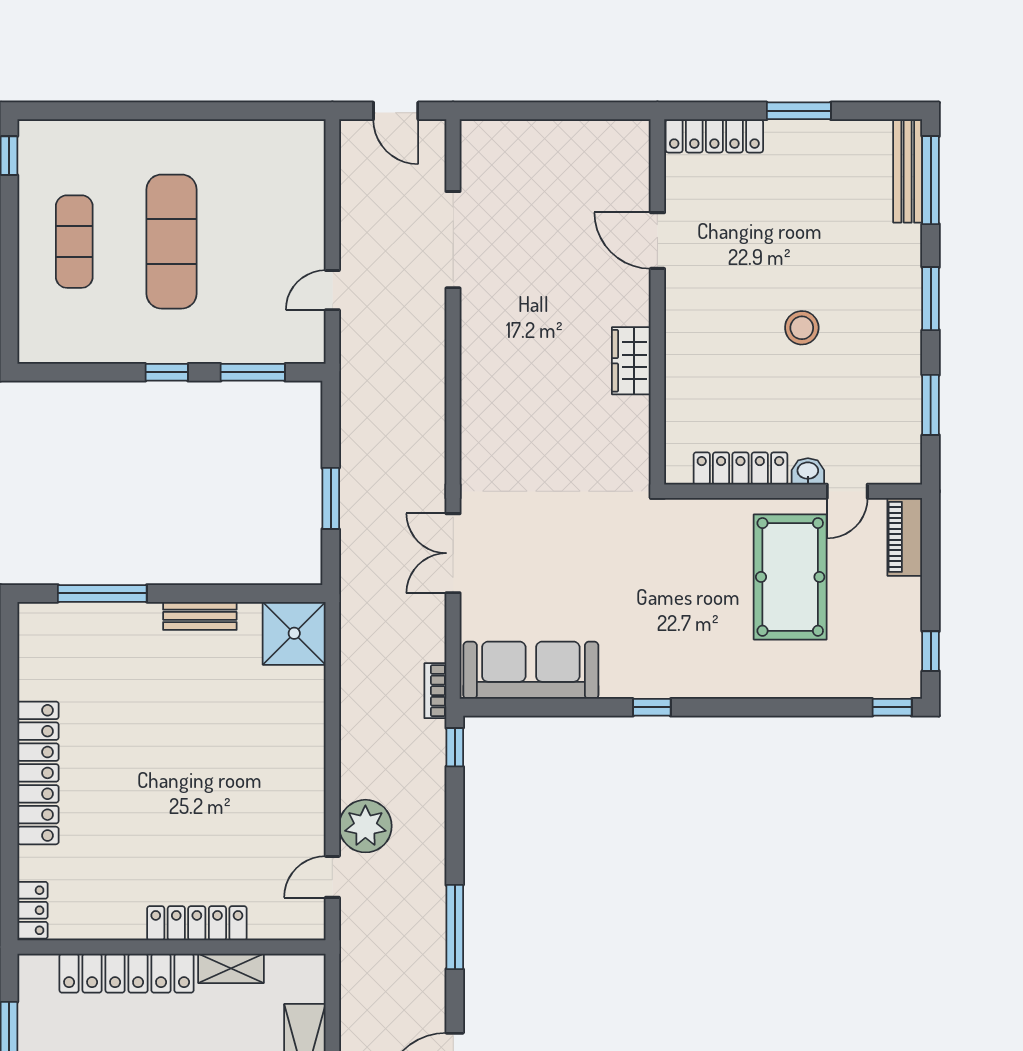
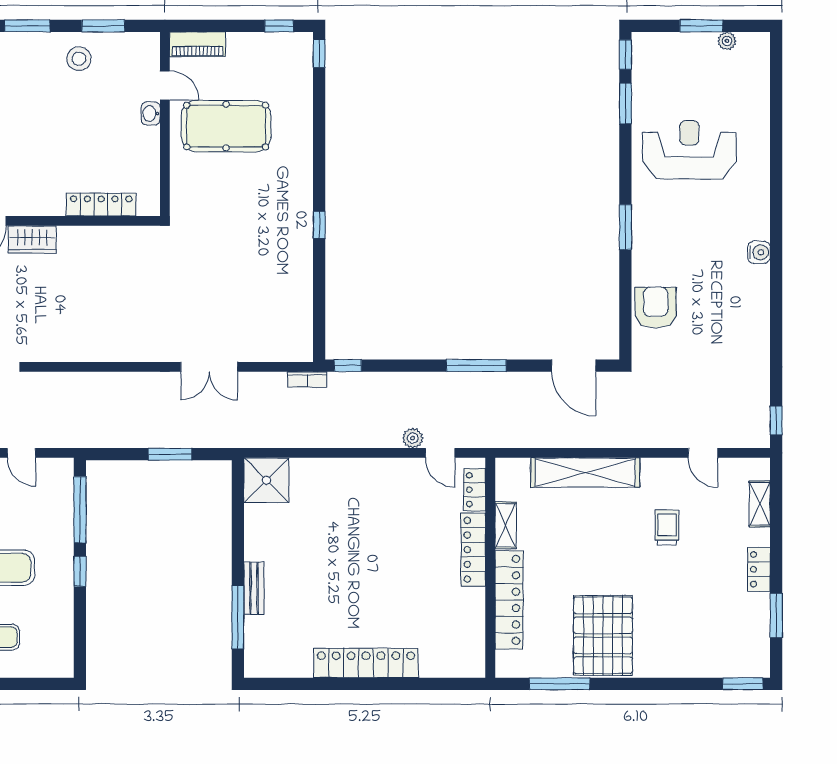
stool: (802, 328) -> (79, 59), moved
wardrobe: (631, 361) -> (32, 240), moved
window: (253, 372) -> (80, 510), width x1.44
locker: (740, 468) -> (101, 205), moved, turned 90
bench: (200, 616) -> (254, 588), moved
sofa: (531, 670) -> (293, 311), removed
plant: (365, 826) -> (413, 438), width x0.53, depth x0.53
locker: (33, 910) -> (475, 490), moved, turned -90

